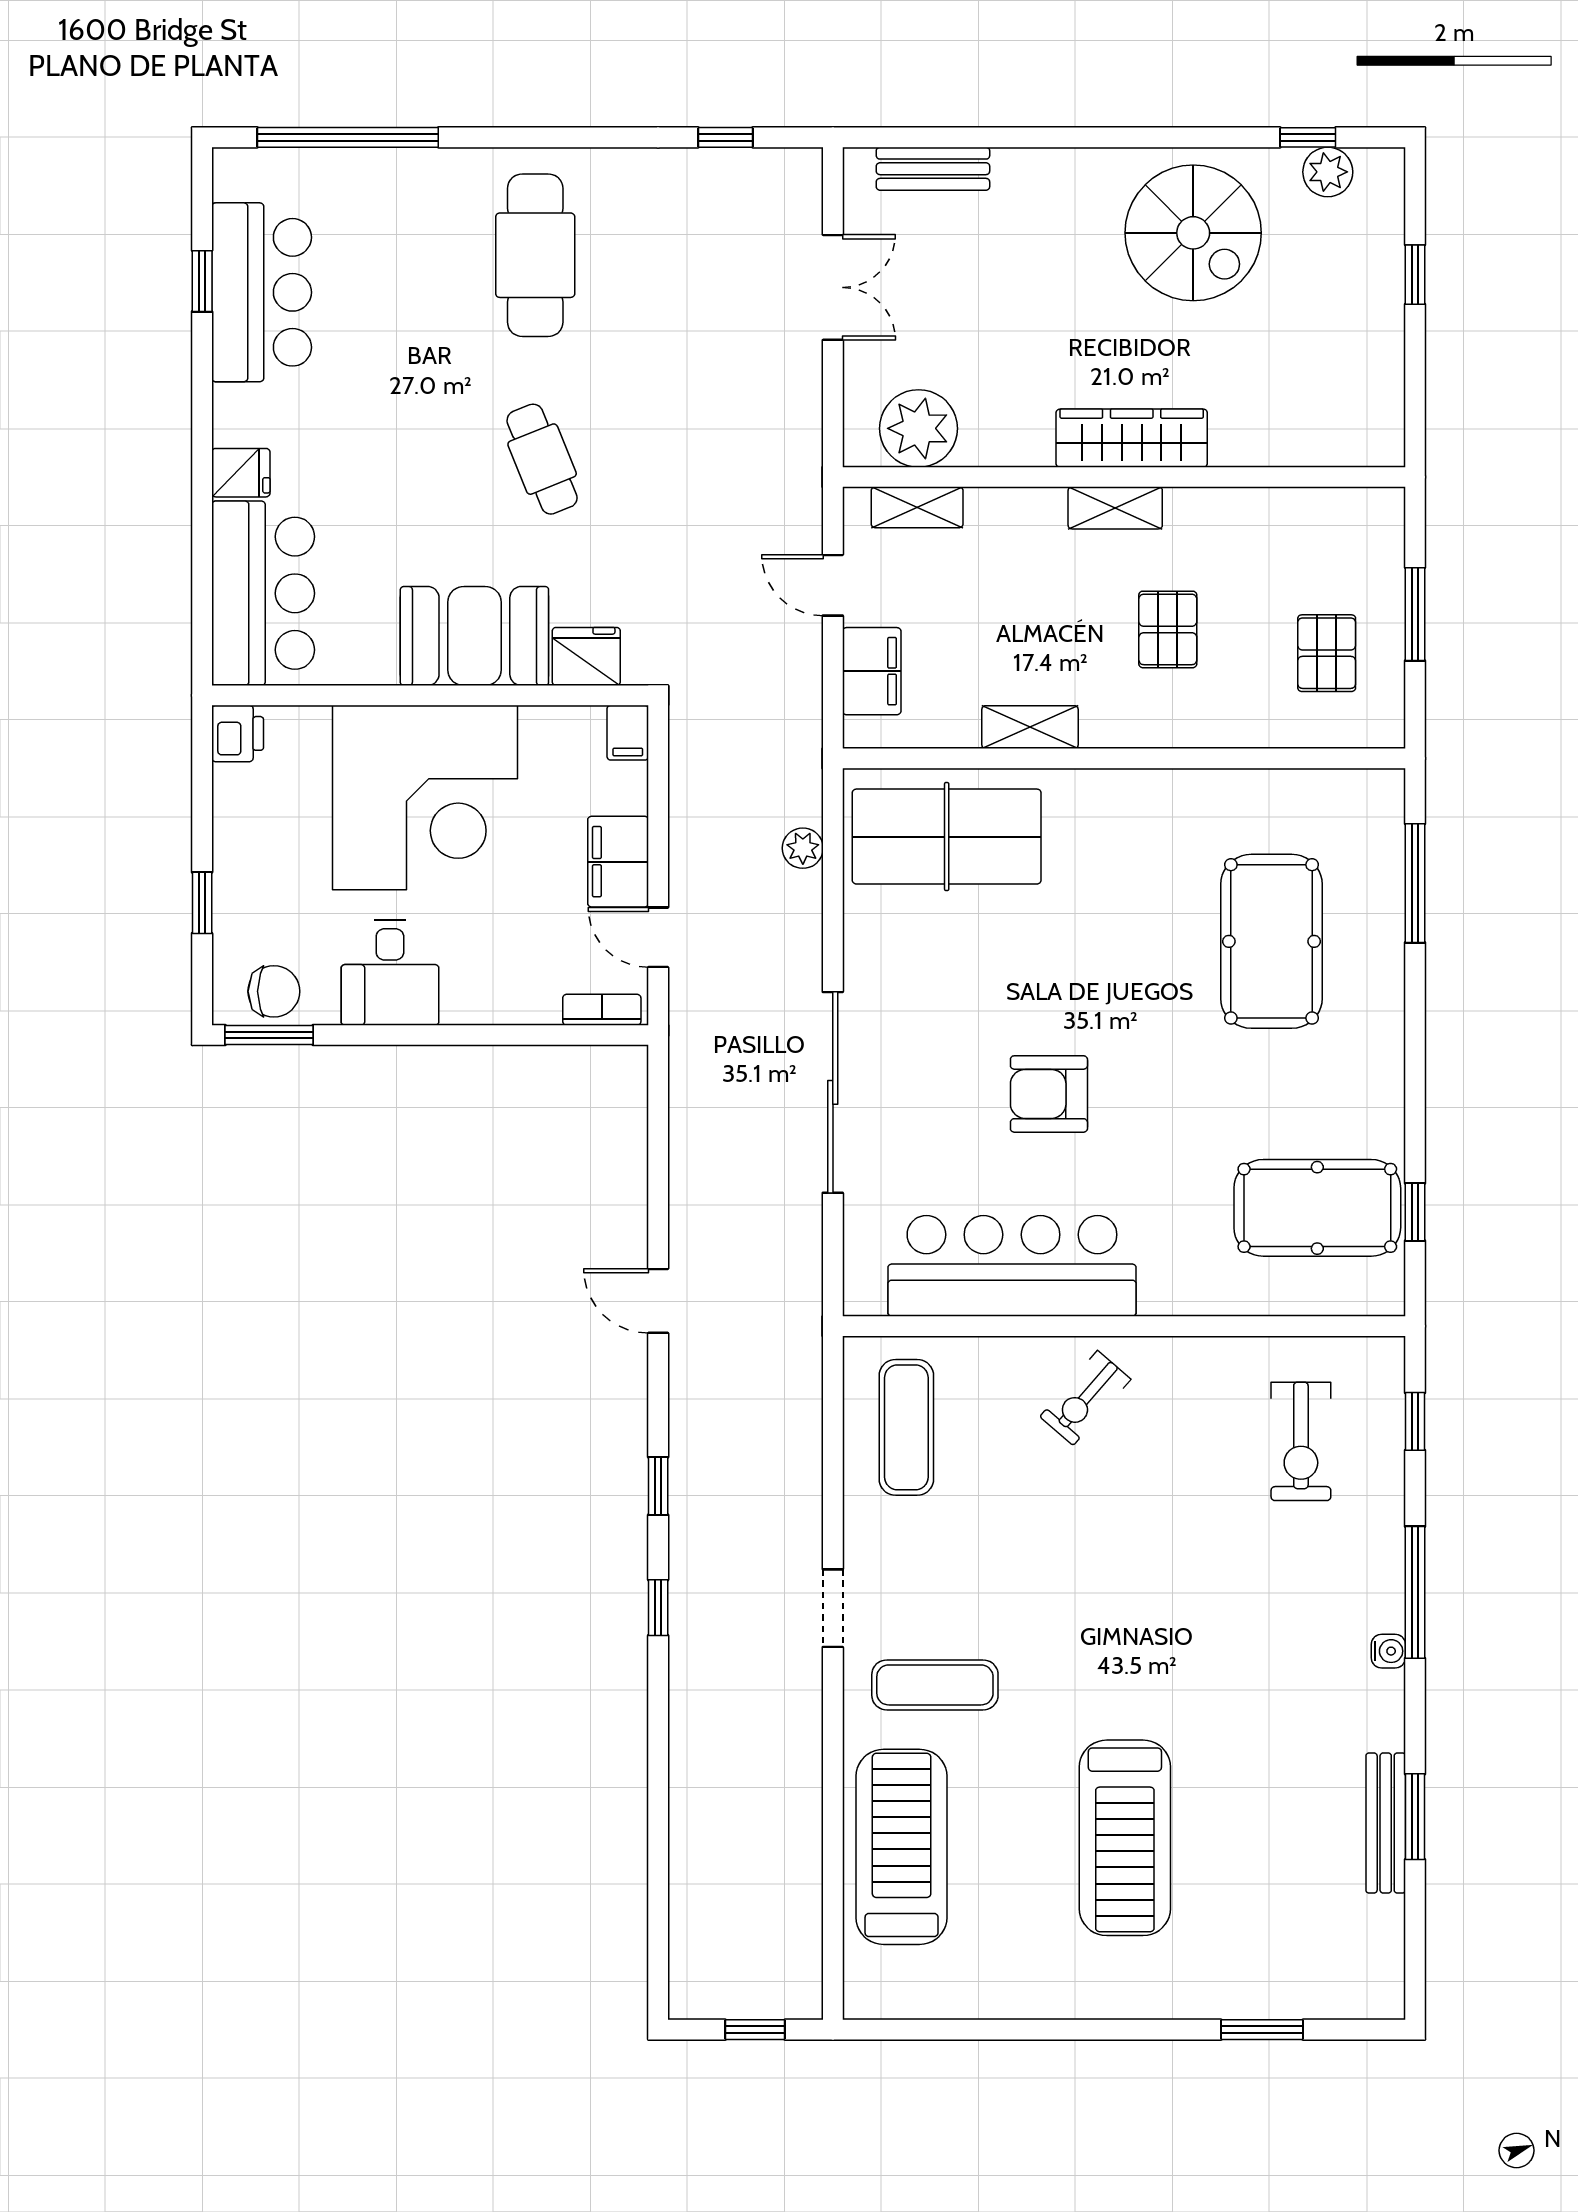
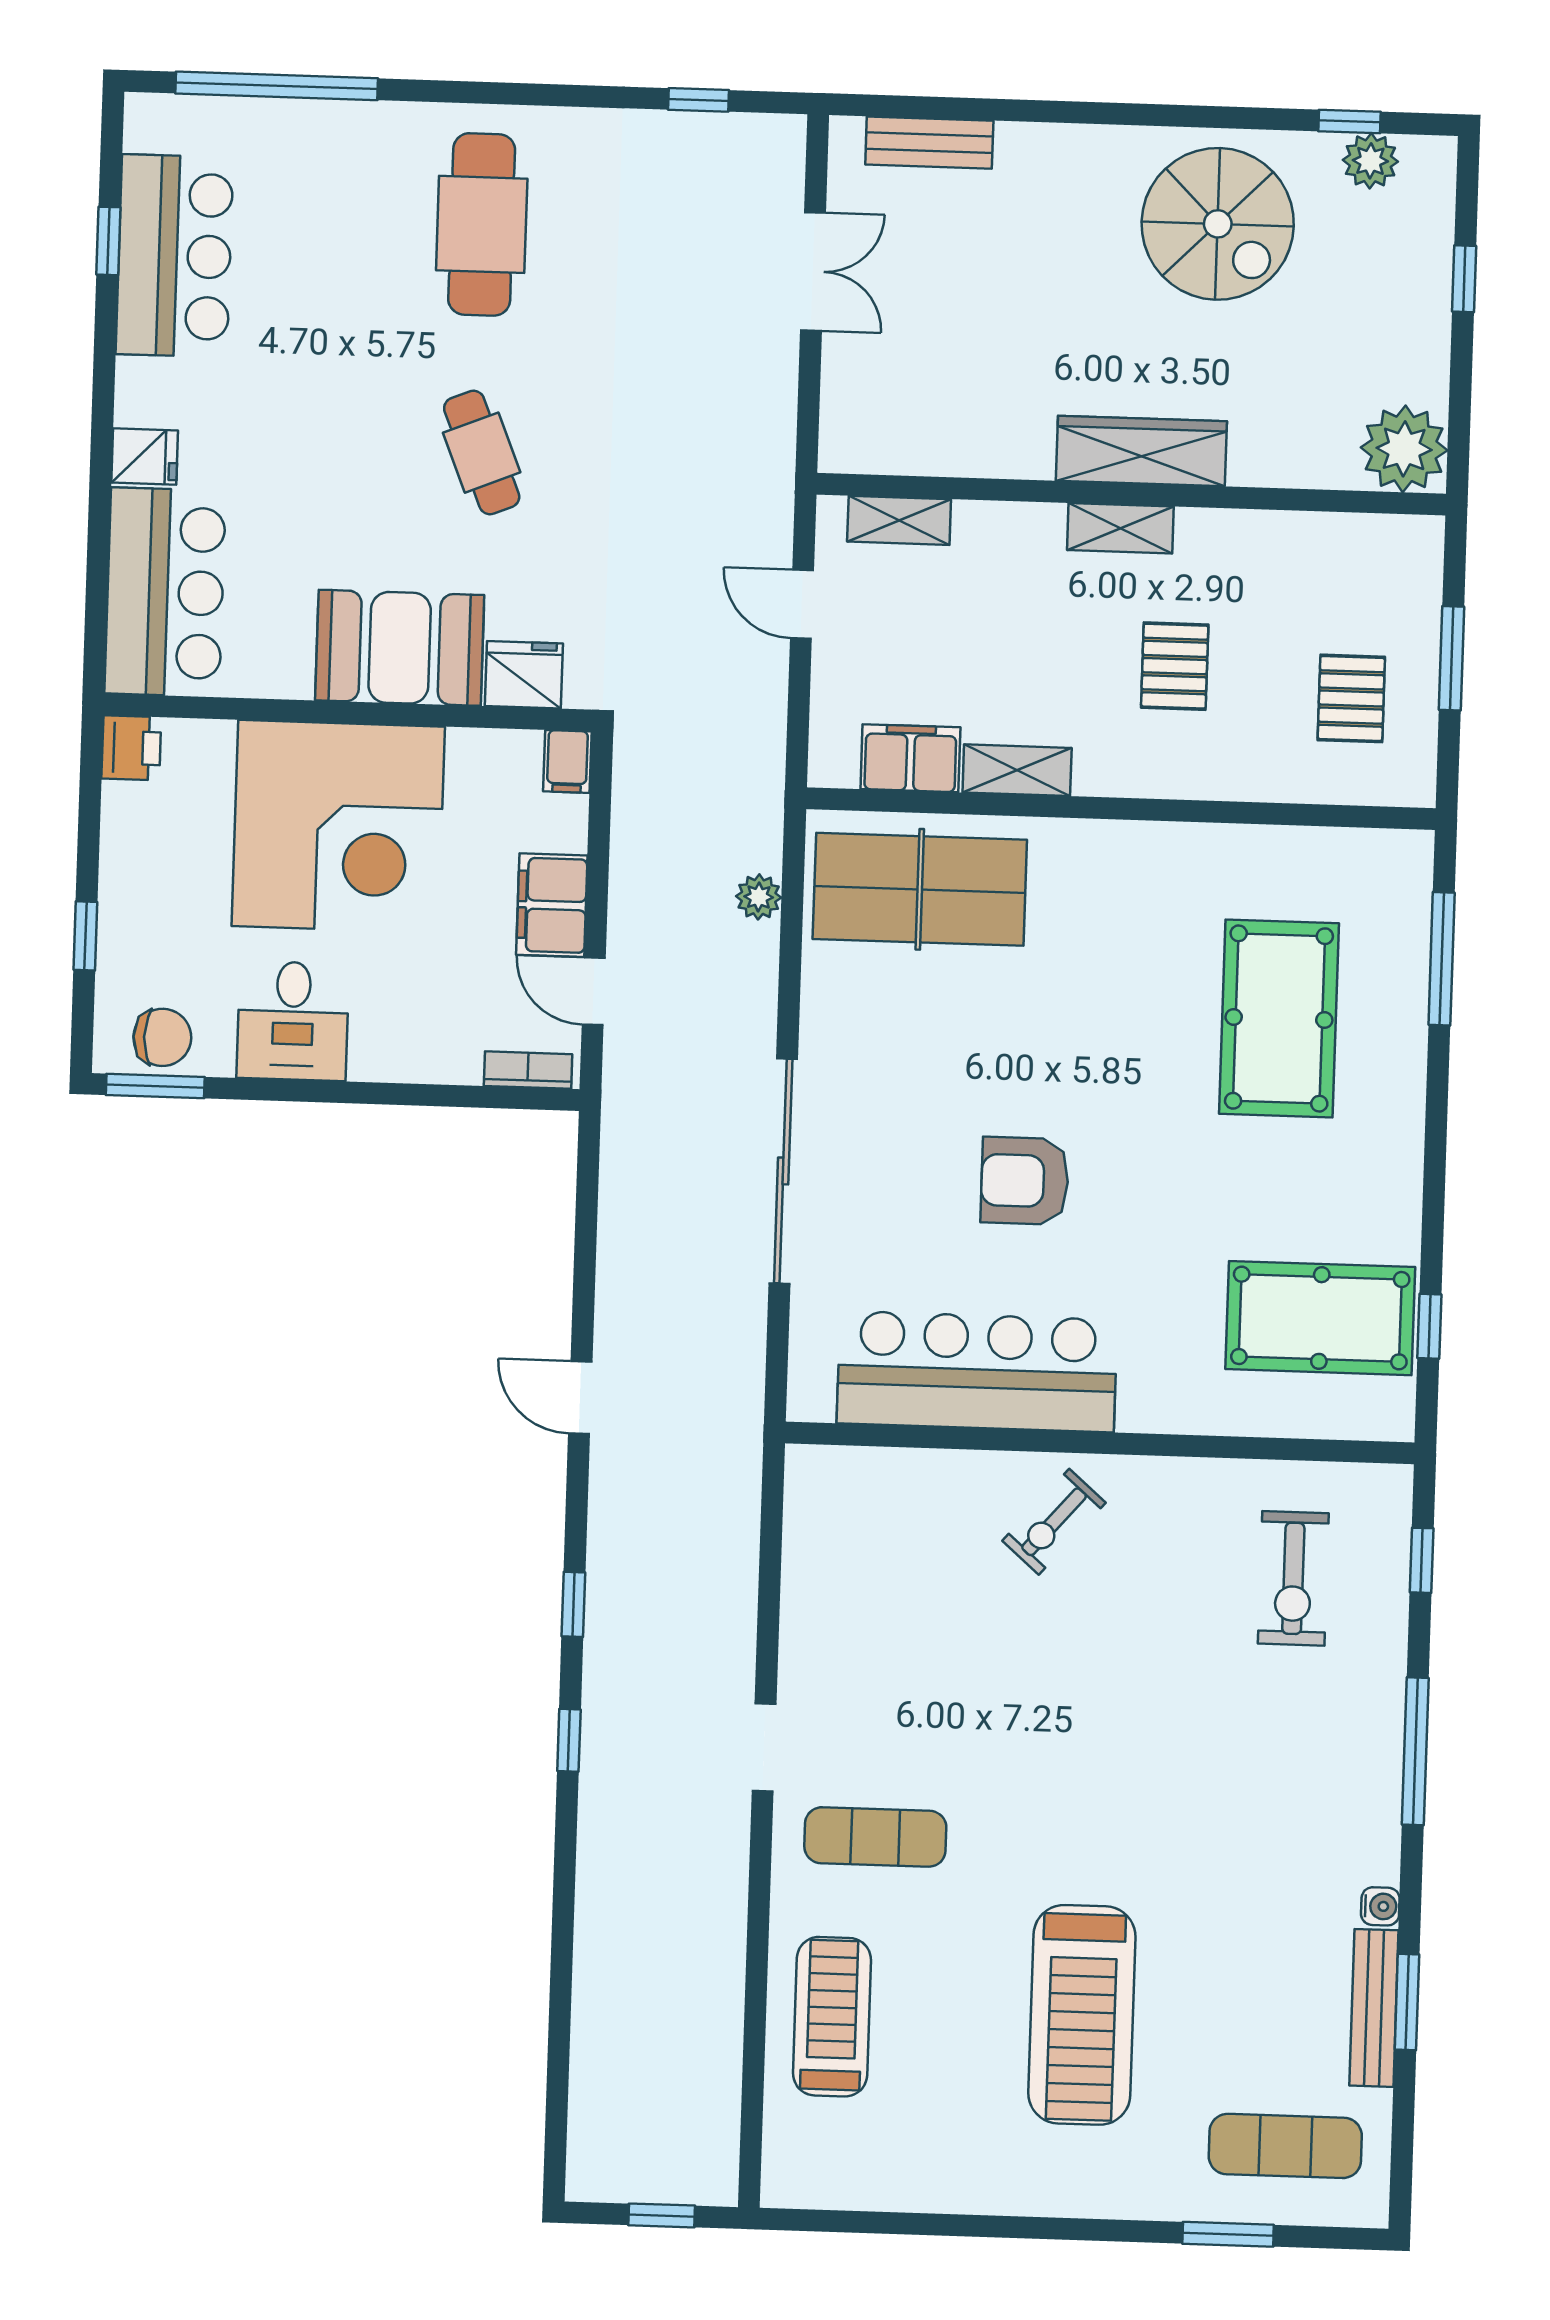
plant: (919, 428) -> (1404, 449), moved
filing cabinet: (872, 671) -> (910, 758), moved, turned -90
exercise mat: (906, 1427) -> (1285, 2146), moved, turned 90
water cooler: (1388, 1651) -> (1380, 1906), moved
treadmill: (902, 1847) -> (832, 2017), width x0.73, depth x0.73

